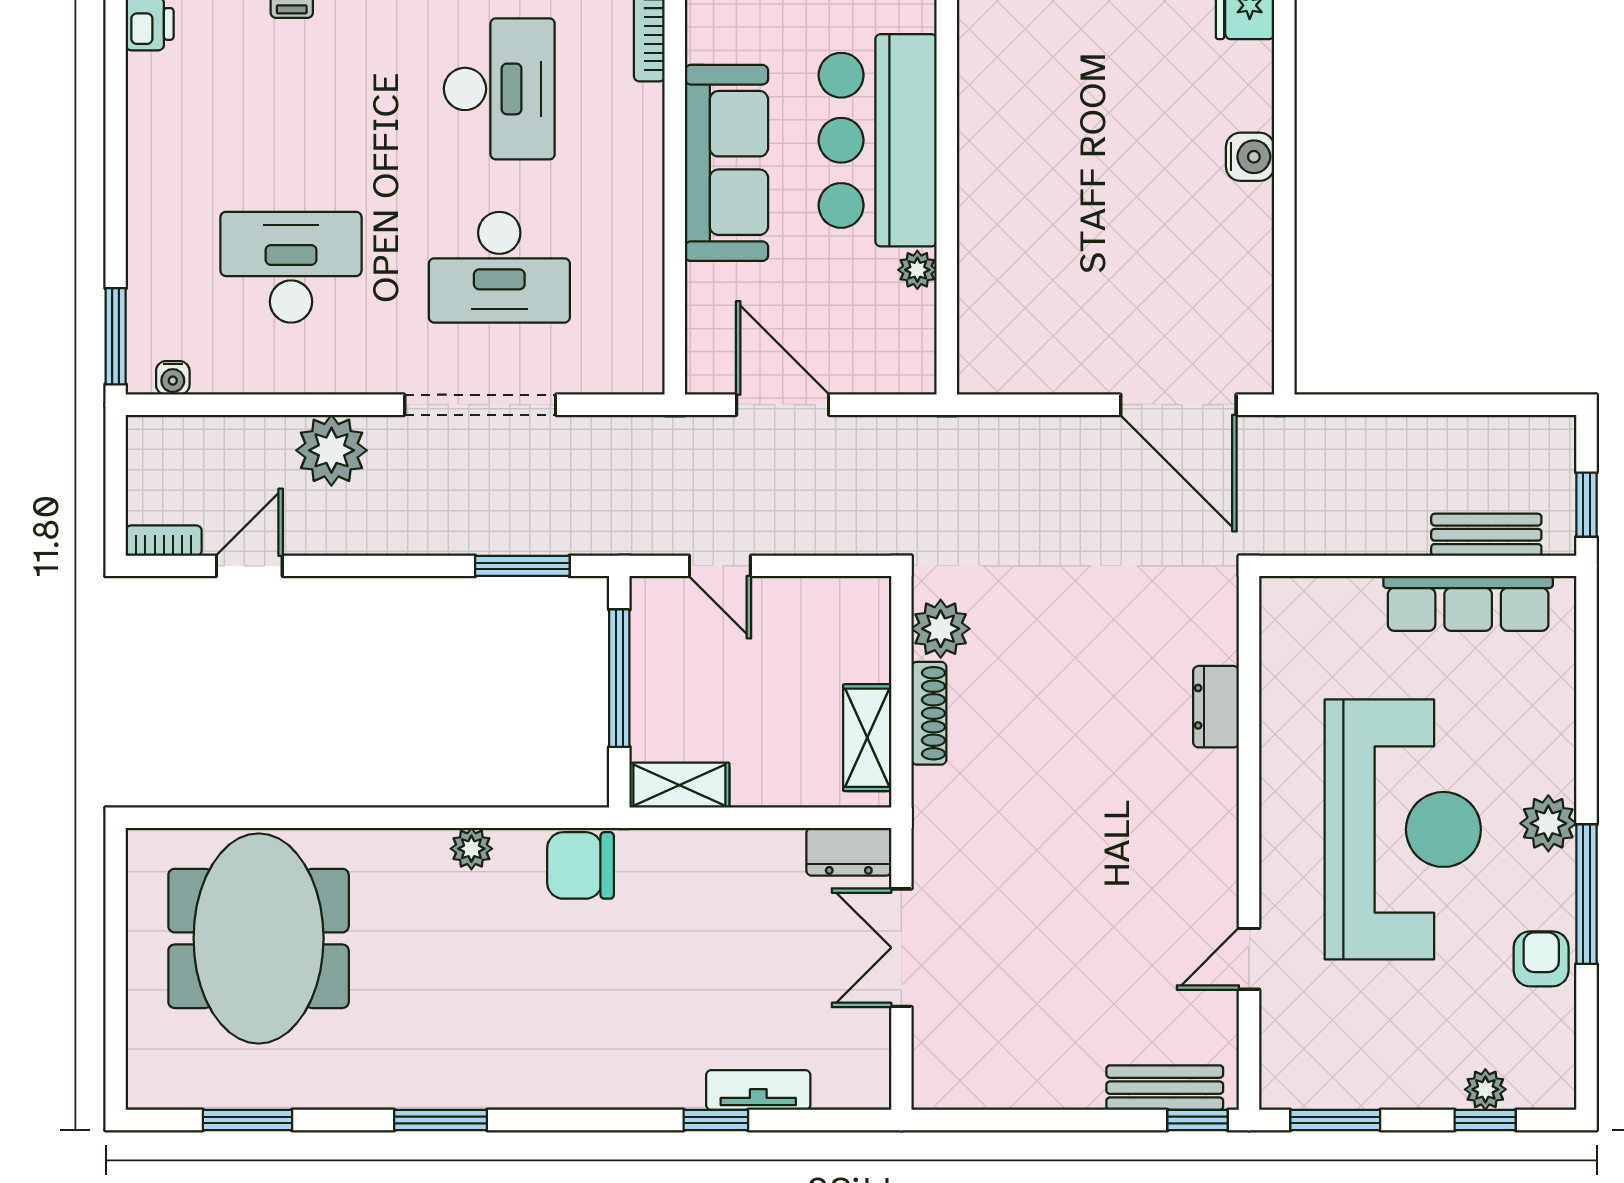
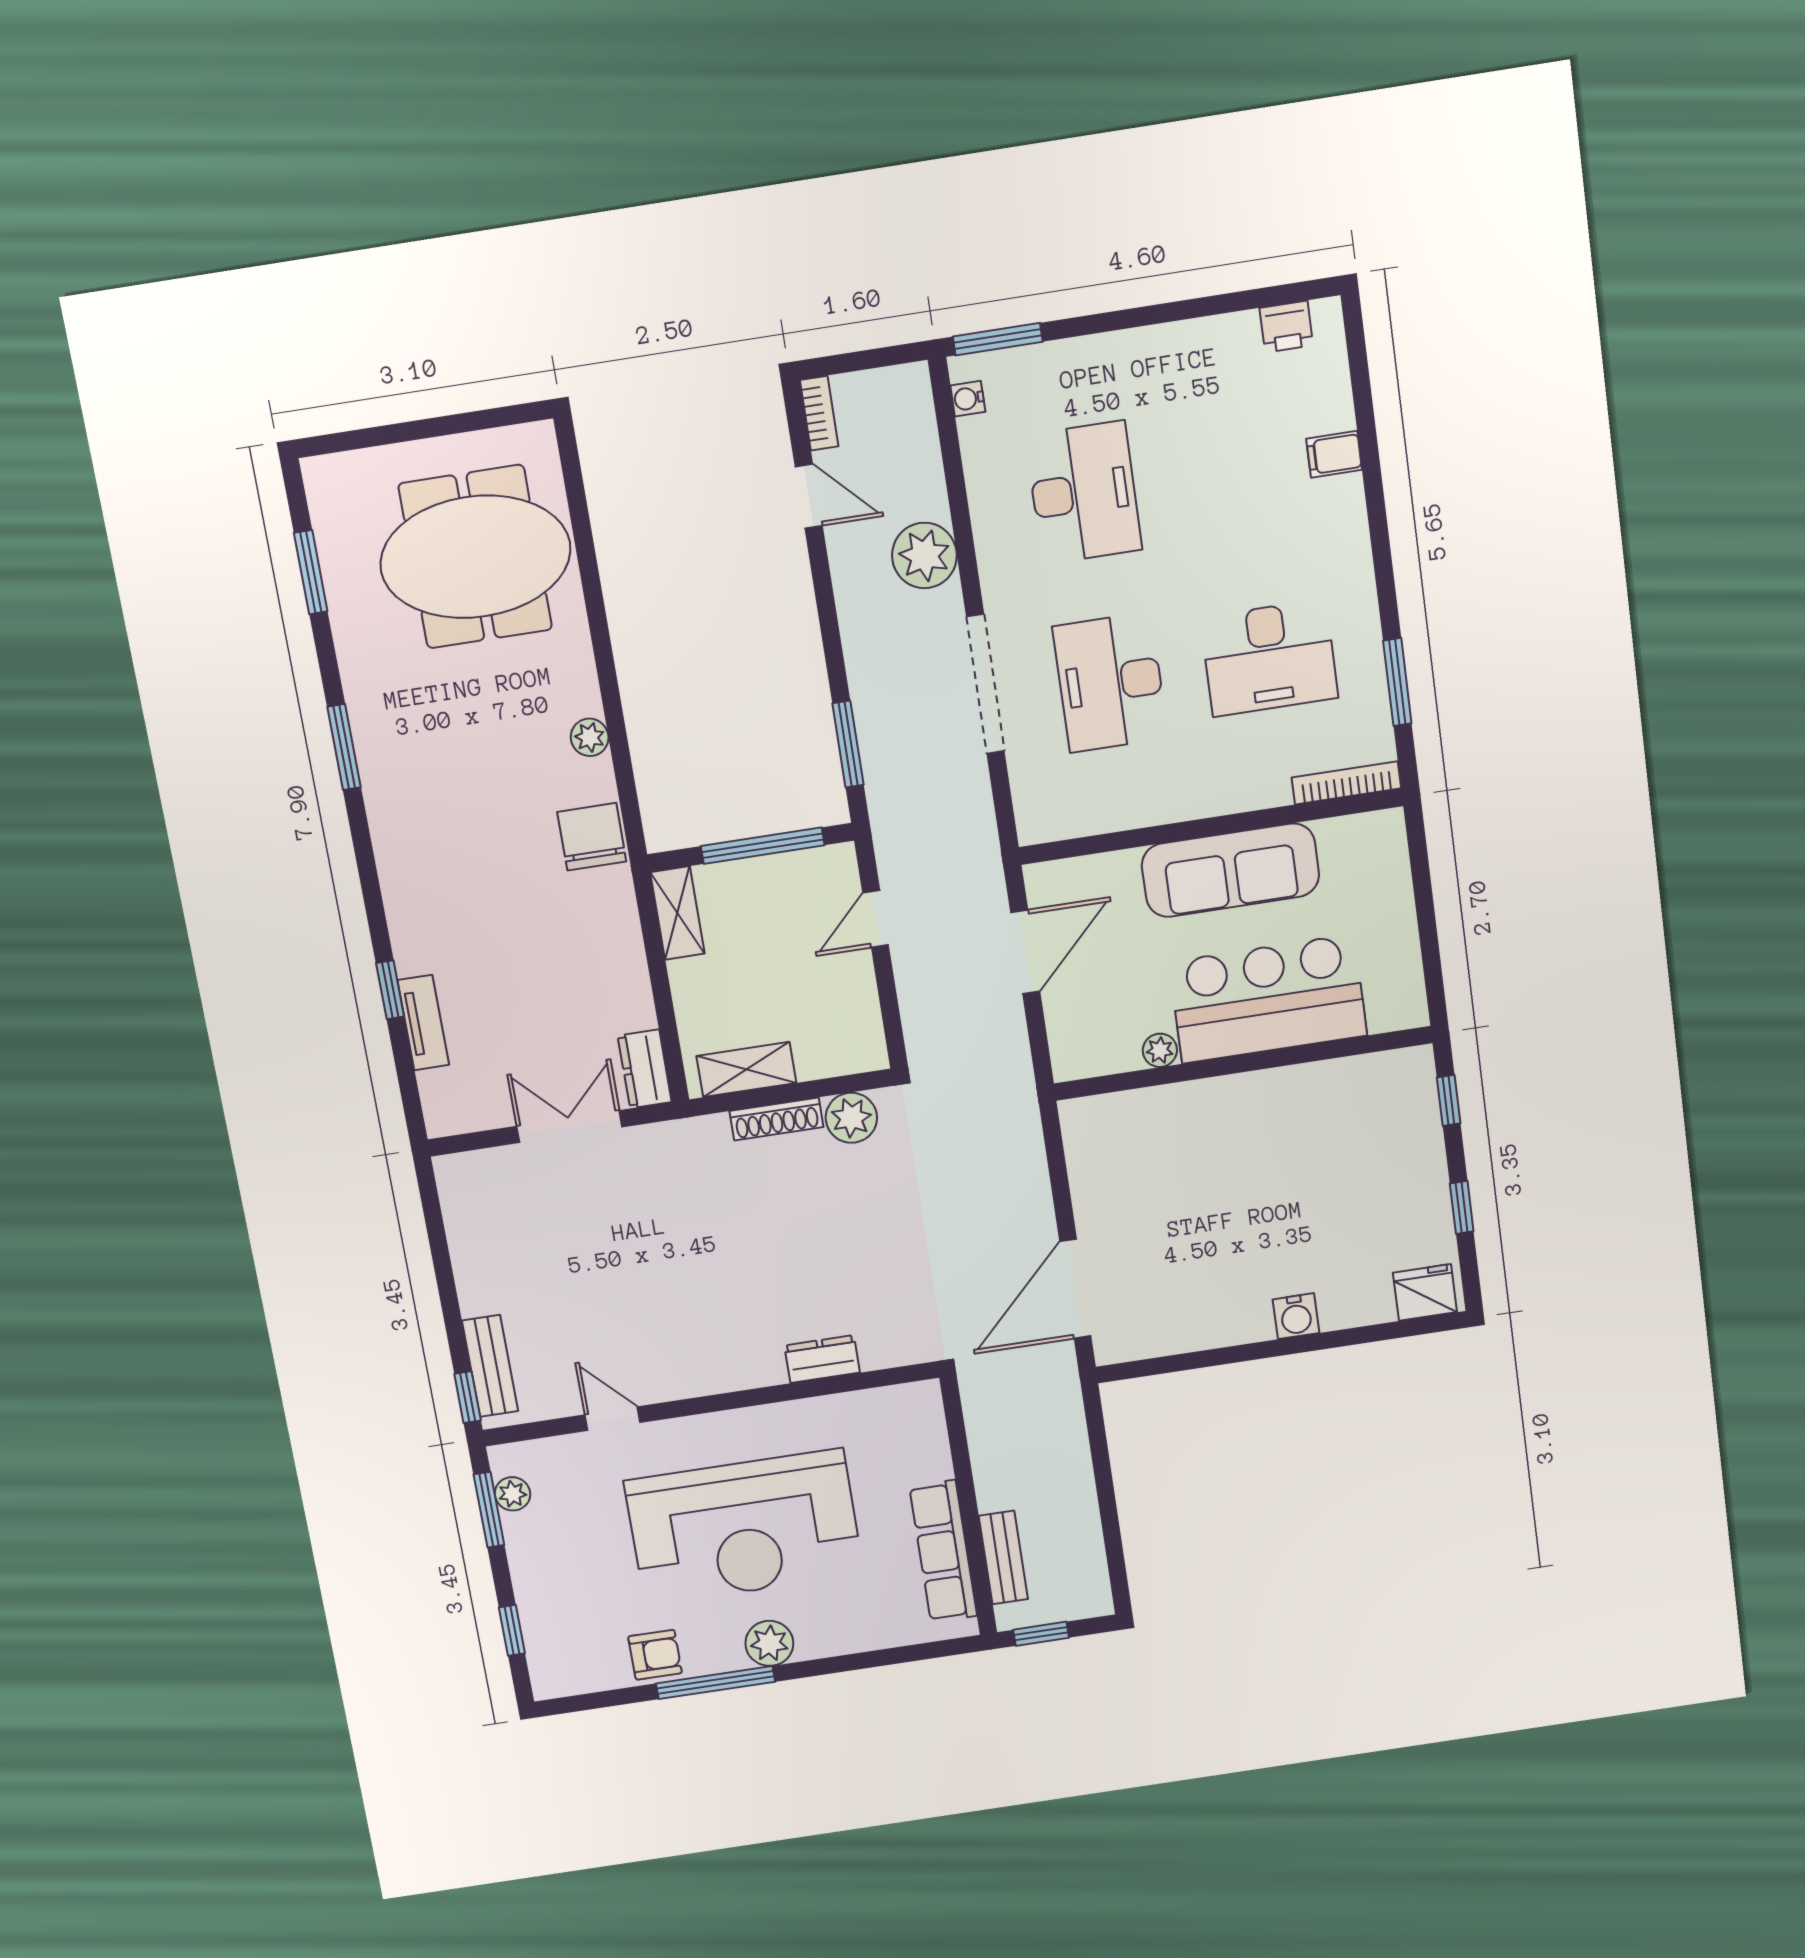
plant: (1485, 1089) -> (512, 1494), moved

